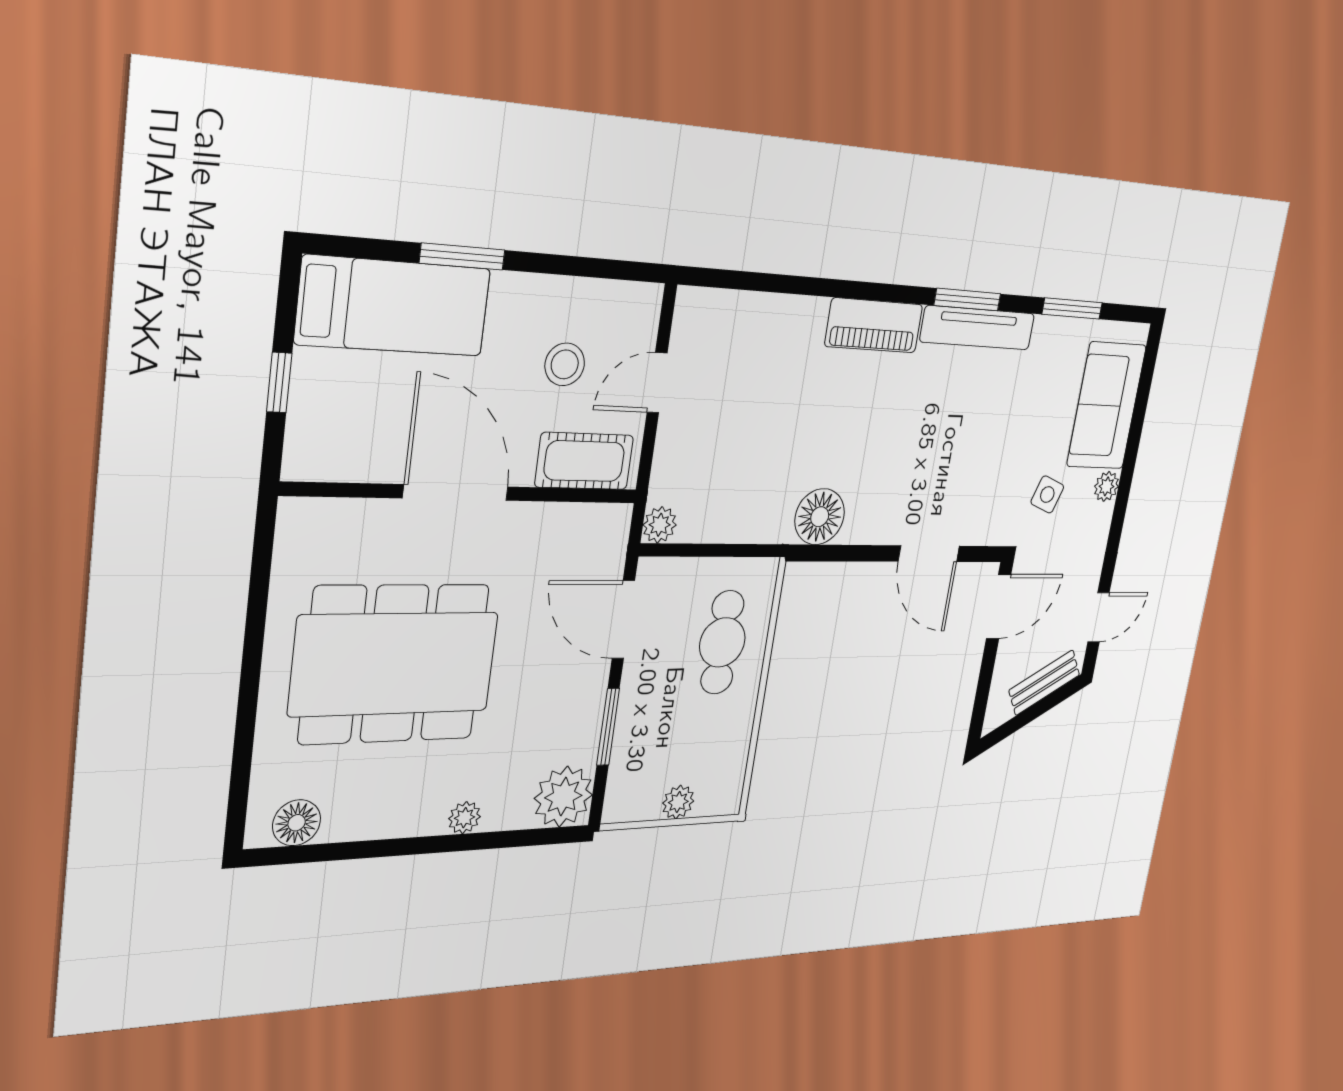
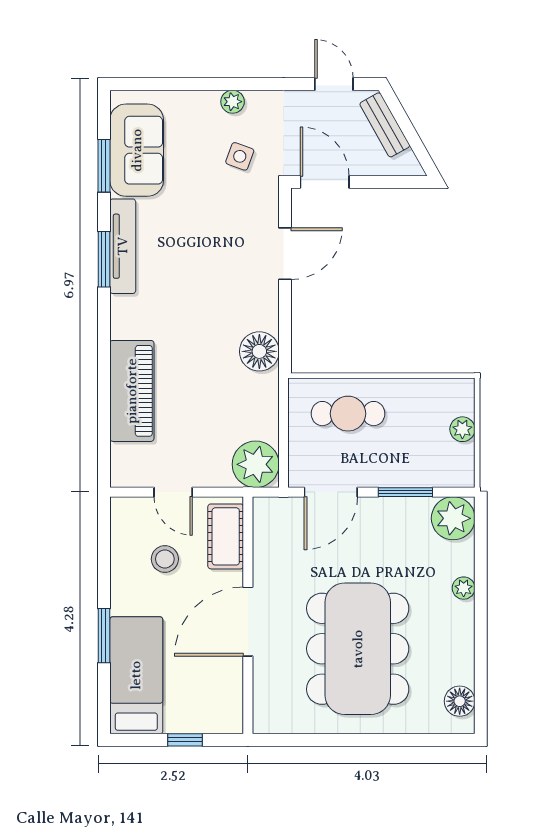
piano: (874, 325) -> (132, 391), moved, width x1.37, depth x1.33
sofa: (1106, 406) -> (137, 150), moved, turned -90
plant: (660, 525) -> (256, 464), width x1.88, depth x1.88

